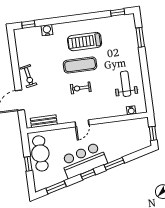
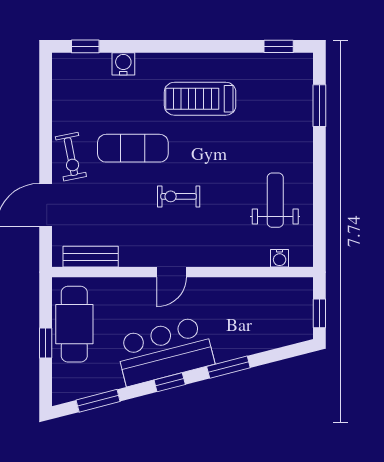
exercise mat: (80, 65) -> (133, 148), moved

